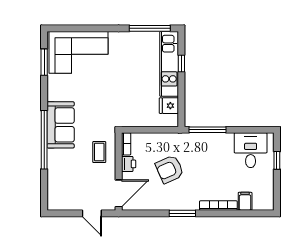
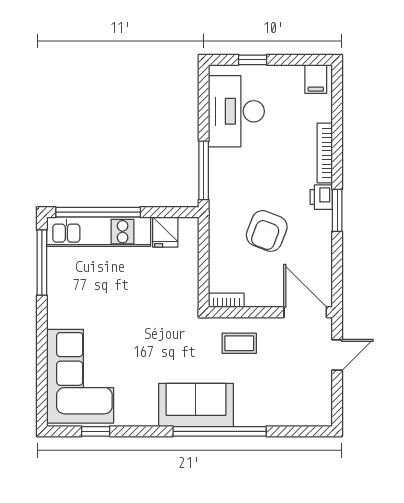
window: (44, 62) -> (96, 431), width x0.67
window: (181, 64) -> (98, 212), width x3.17
desk: (251, 150) -> (236, 111), width x1.37
printer: (129, 164) -> (321, 197), moved, turned -90
armchair: (170, 169) -> (267, 231), turned 45
filing cabinet: (245, 201) -> (316, 79), moved, turned -90

